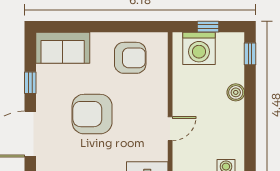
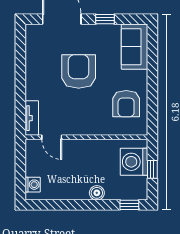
door: (170, 129) -> (52, 137), moved

